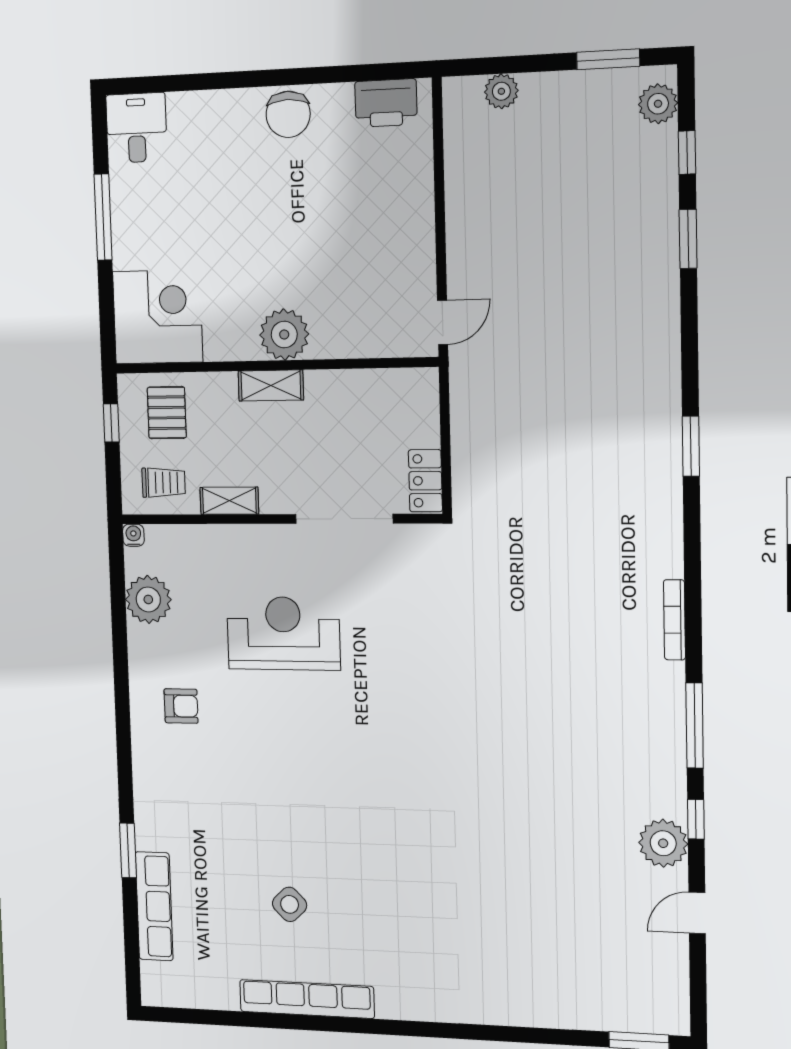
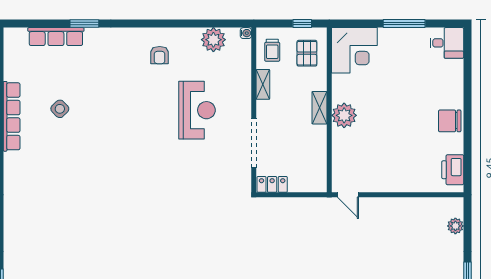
pallet: (167, 413) -> (307, 53), turned 90

